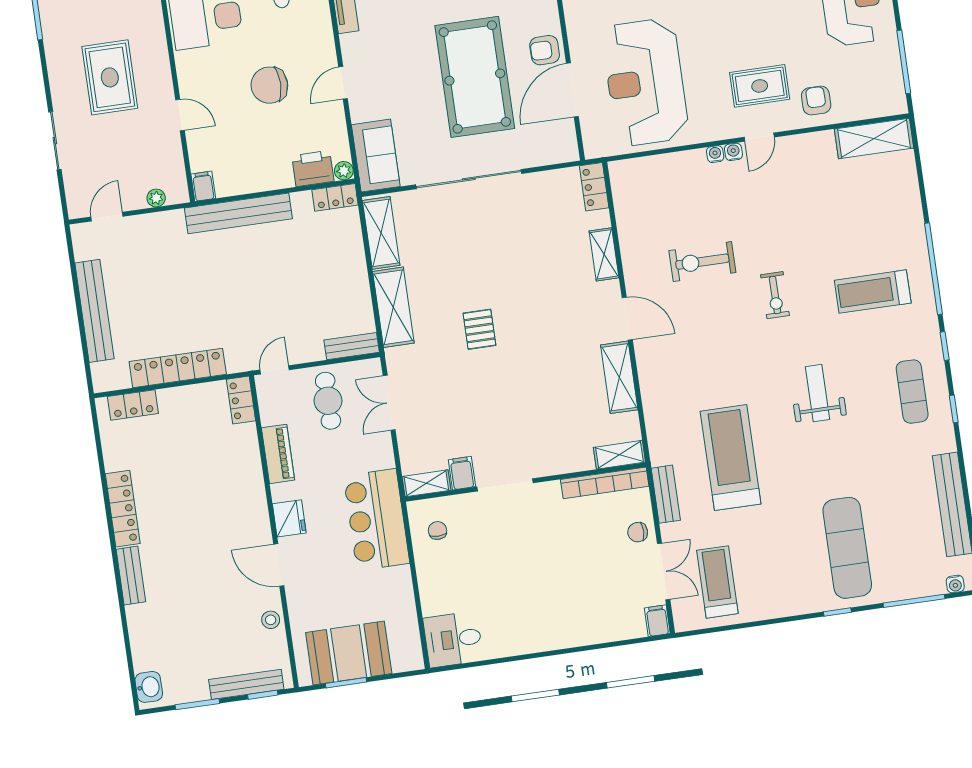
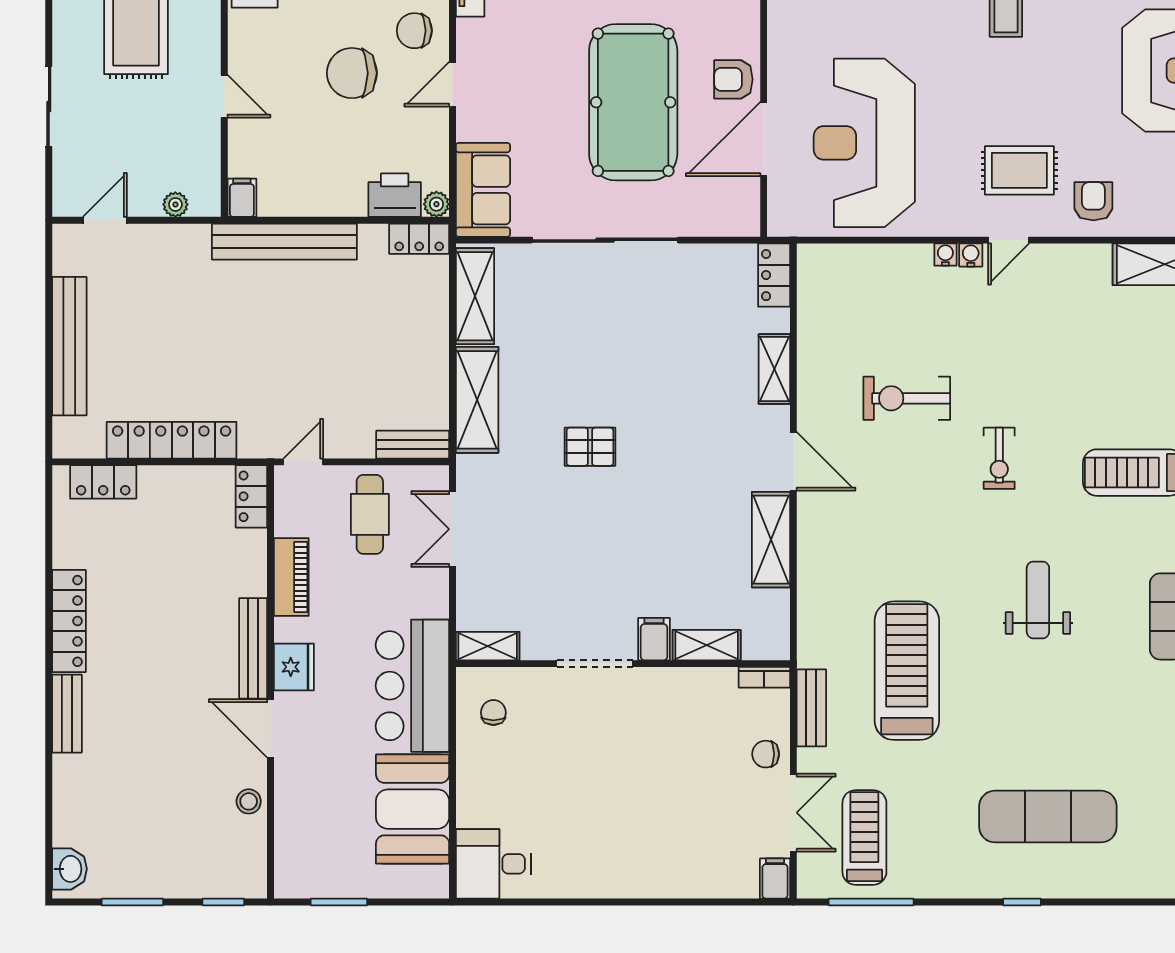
chair: (310, 48) -> (414, 31), added
pallet: (479, 329) -> (590, 447), turned 90
shelving: (619, 455) -> (707, 645), moved
filing cabinet: (462, 473) -> (654, 639), moved
bookcase: (605, 483) -> (764, 677), width x0.43, depth x0.76
exercise mat: (847, 548) -> (1048, 817), turned 90
window: (914, 601) -> (871, 902), moved
booth: (349, 653) -> (413, 809), moved, turned 90
bench: (246, 684) -> (253, 648), moved, turned 90

